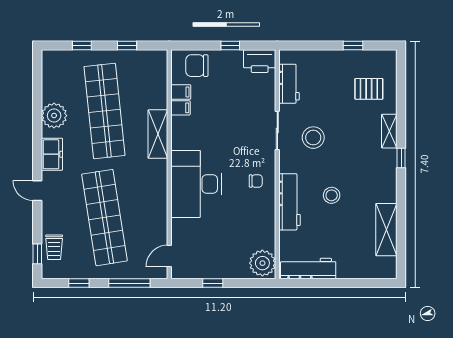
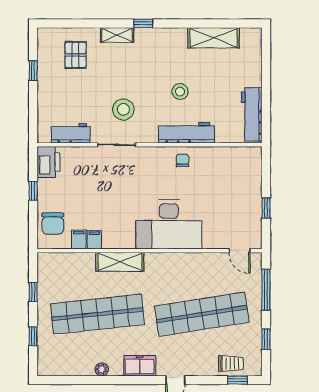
plant: (54, 116) -> (102, 369), width x0.53, depth x0.53
chair: (256, 181) -> (183, 160), moved
plant: (262, 263) -> (246, 159), removed

